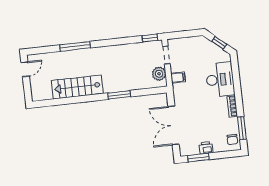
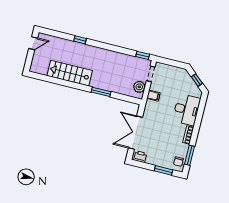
window: (75, 46) -> (80, 40), width x0.46
printer: (206, 148) -> (140, 157), moved
window: (198, 158) -> (164, 170), moved

